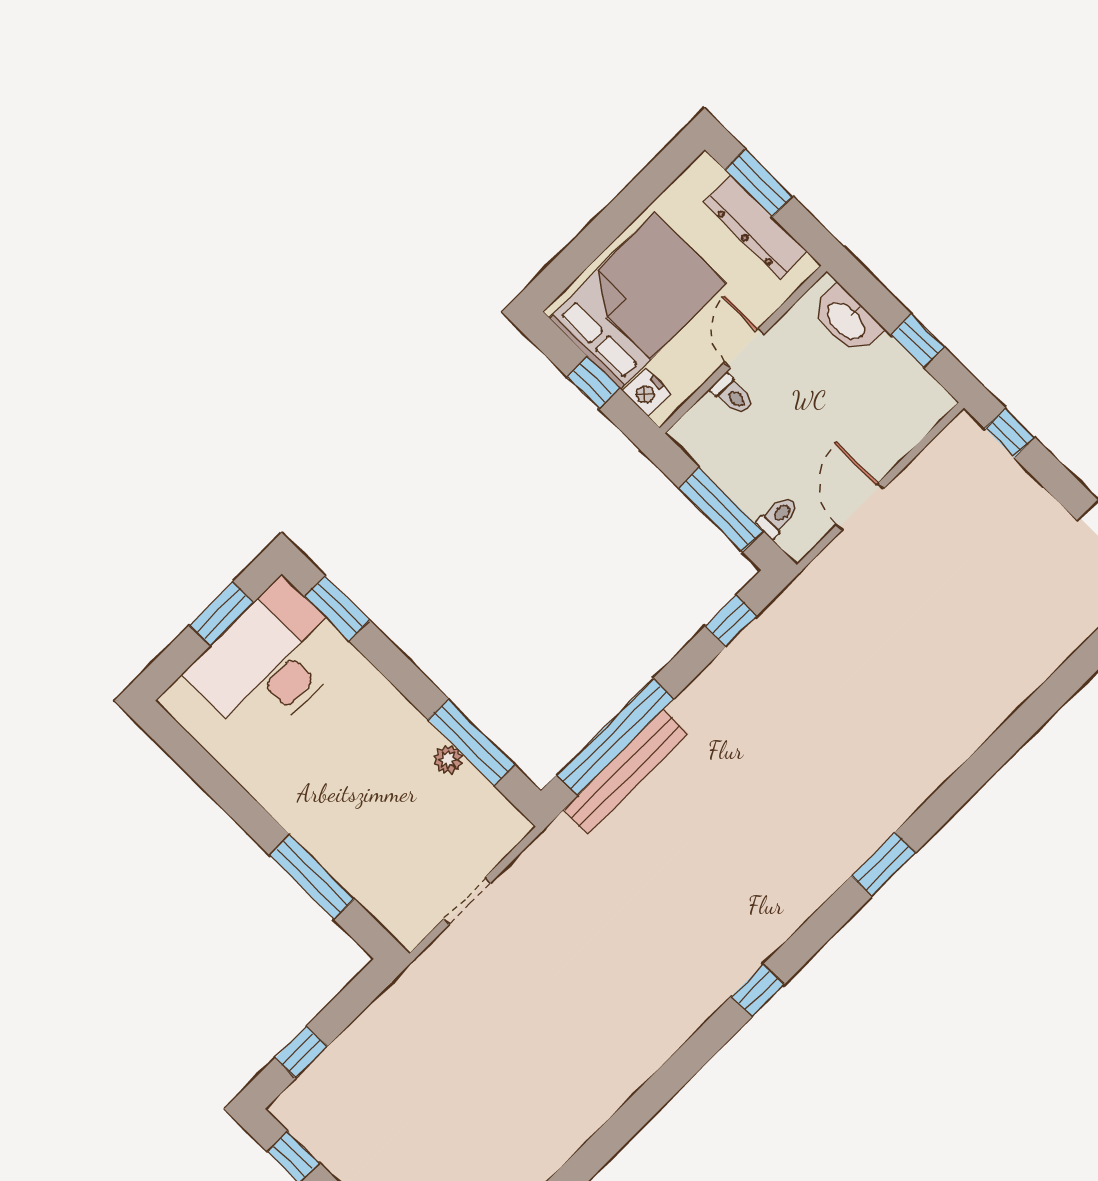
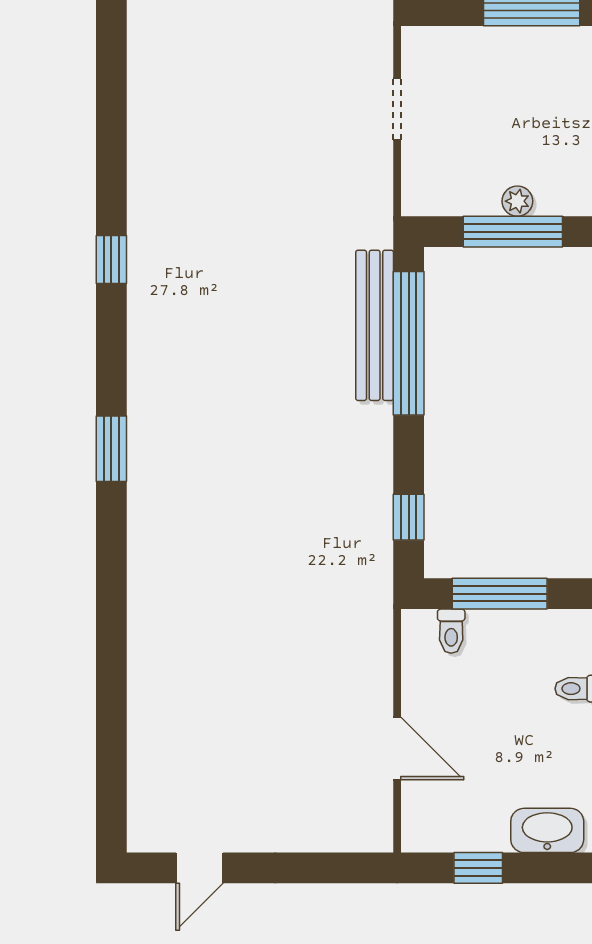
window: (1010, 433) -> (340, 868), removed
door: (860, 507) -> (397, 748), moved

